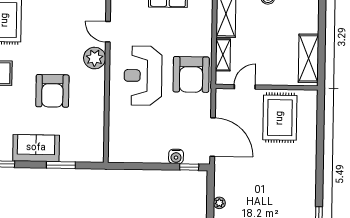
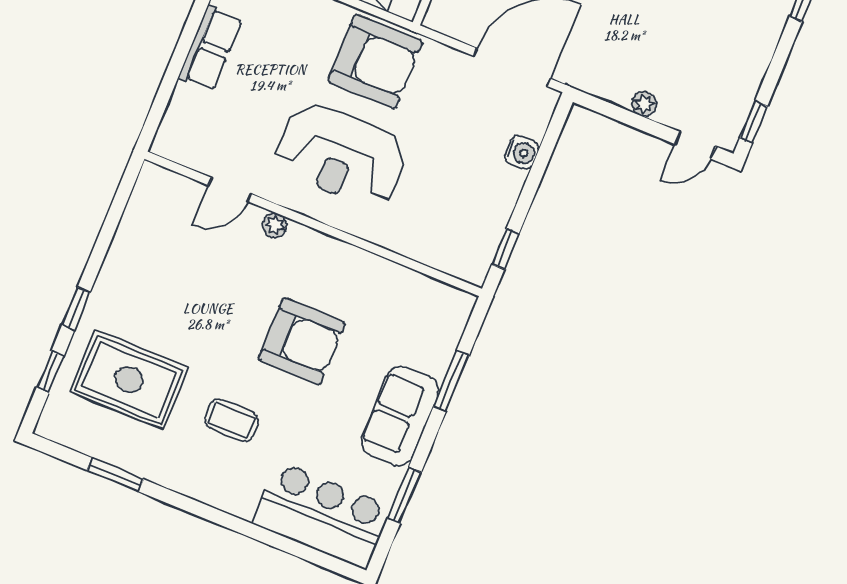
plant: (95, 58) -> (275, 225), width x0.53, depth x0.53
window: (189, 167) -> (505, 249), moved

